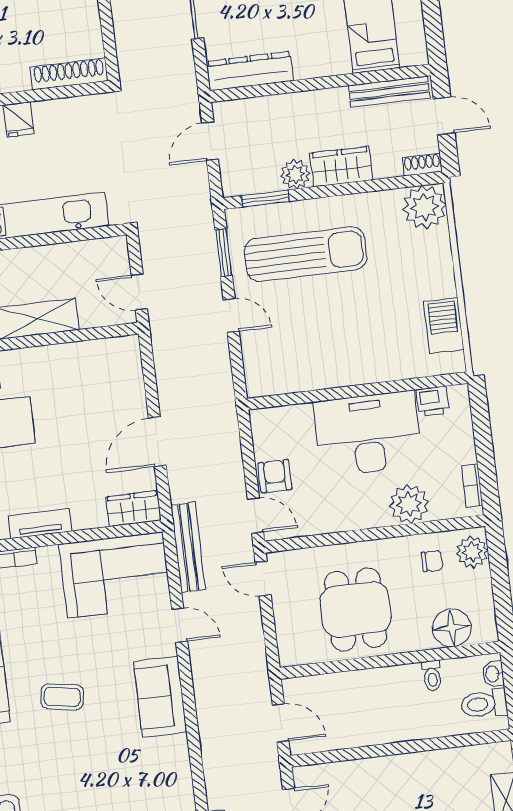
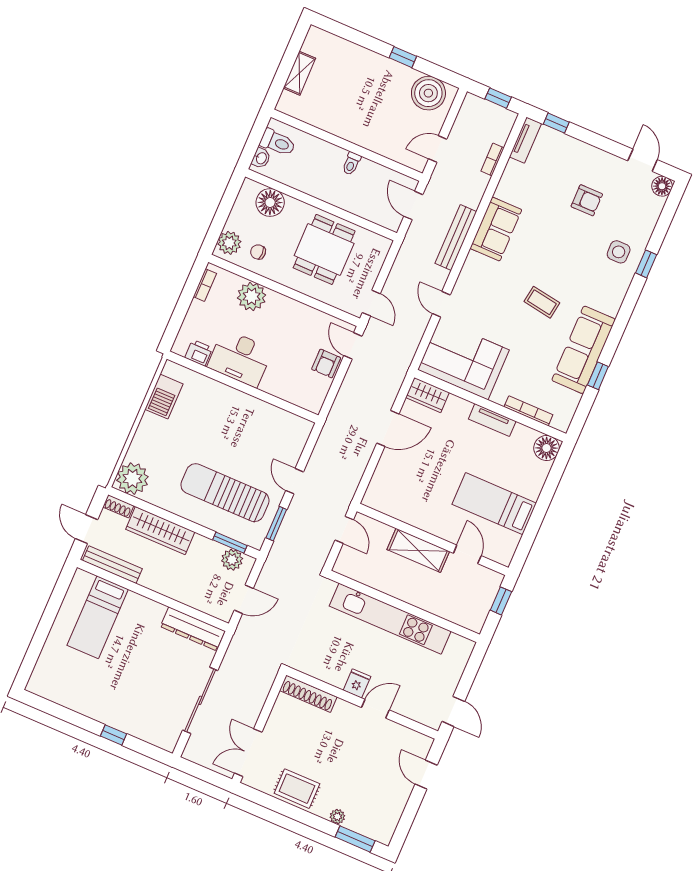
wardrobe: (341, 167) -> (160, 531), width x1.50
plant: (295, 174) -> (232, 560), moved
desk: (368, 434) -> (240, 358), width x0.73, depth x0.77
bench: (188, 547) -> (456, 237), moved
toilet: (432, 676) -> (351, 164), moved, turned 180
sofa: (160, 697) -> (496, 229), moved

